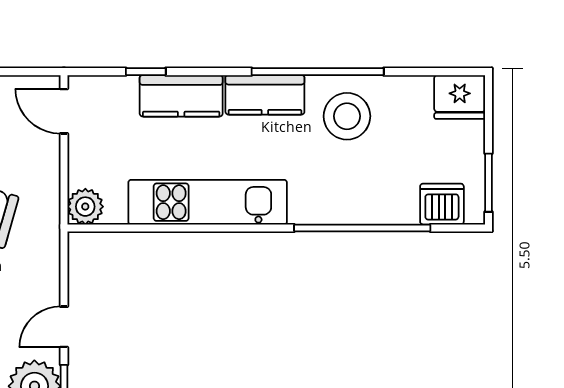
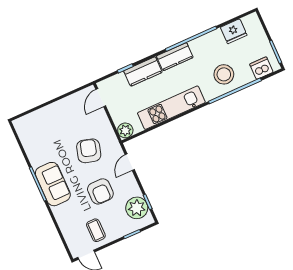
fridge: (460, 97) -> (234, 31), moved
door: (64, 111) -> (101, 98), hinge flipped
stool: (347, 116) -> (224, 74), moved
door: (64, 327) -> (130, 162), moved

